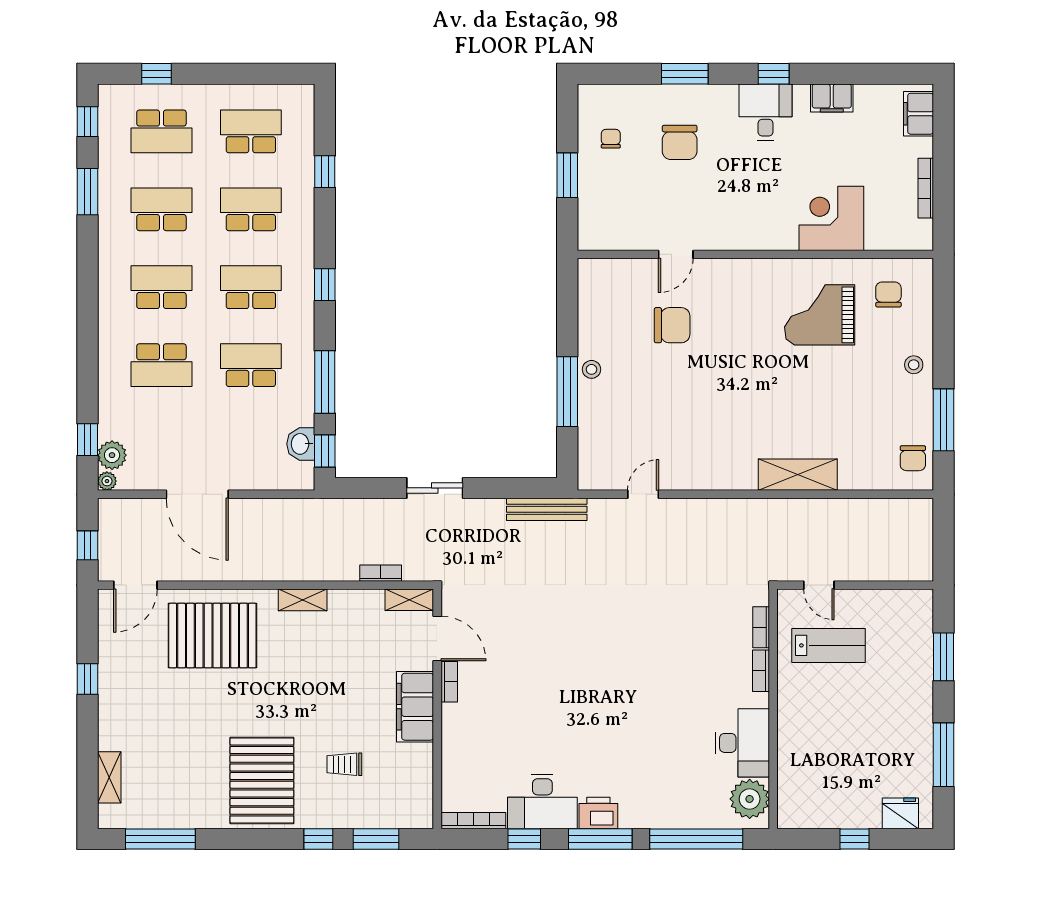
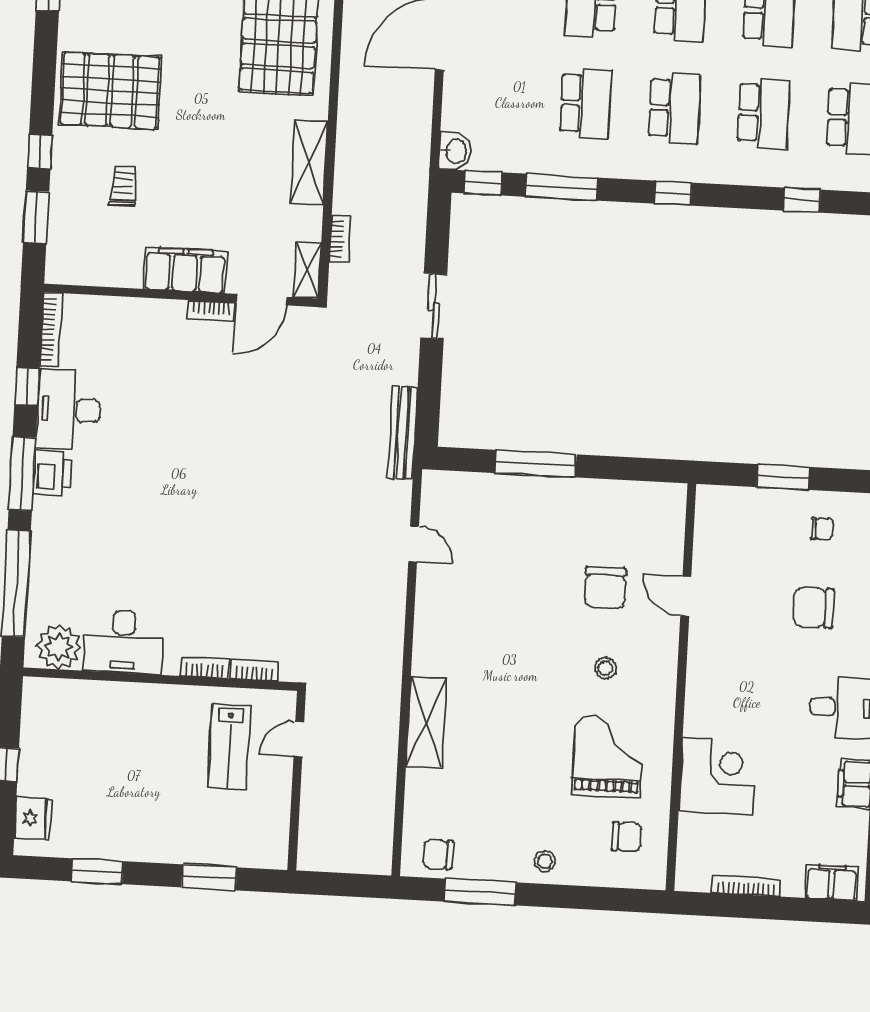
stool: (591, 369) -> (606, 668), moved
washbasin: (301, 444) -> (455, 151), moved, turned 90
shelving: (303, 600) -> (309, 162), width x1.50, depth x1.33
window: (944, 755) -> (97, 871), width x0.69

